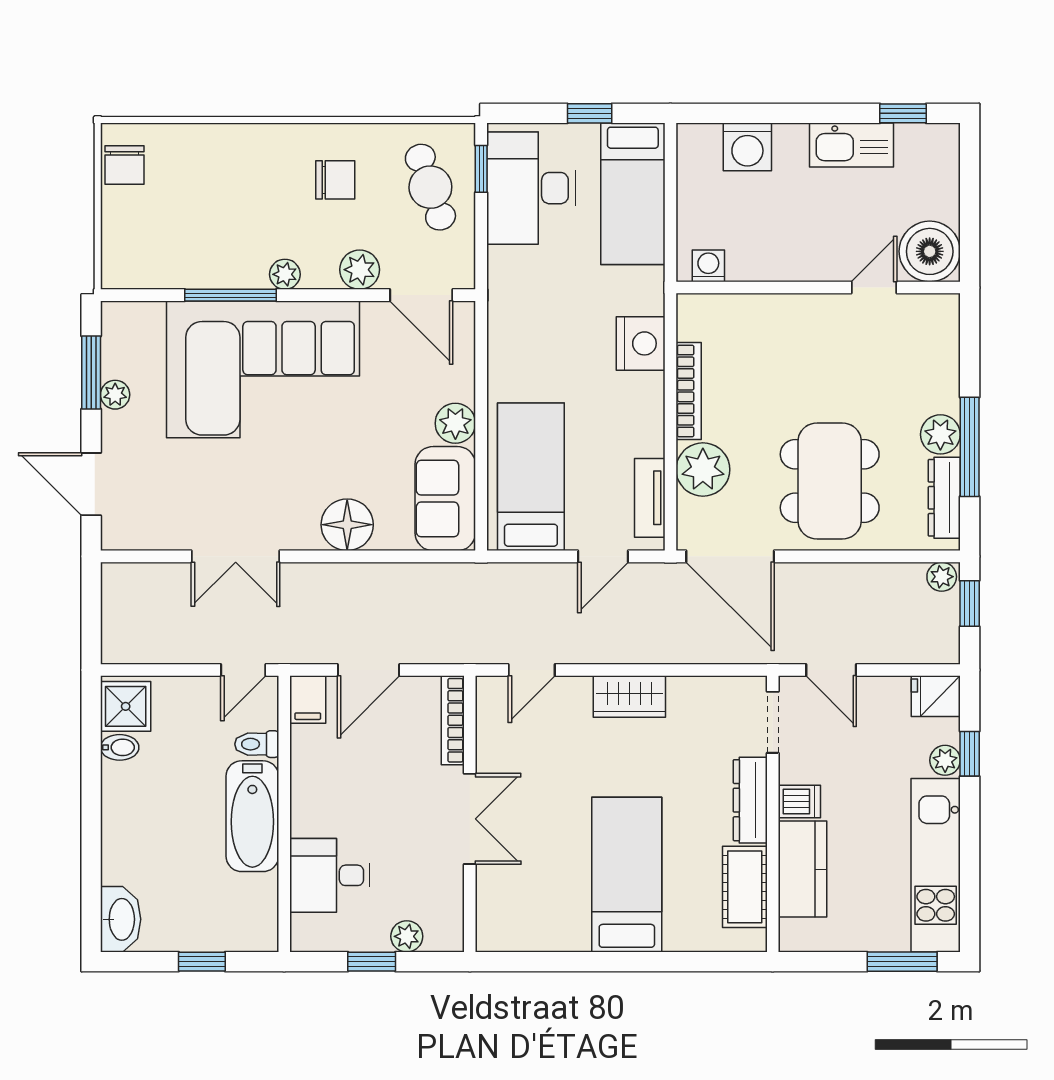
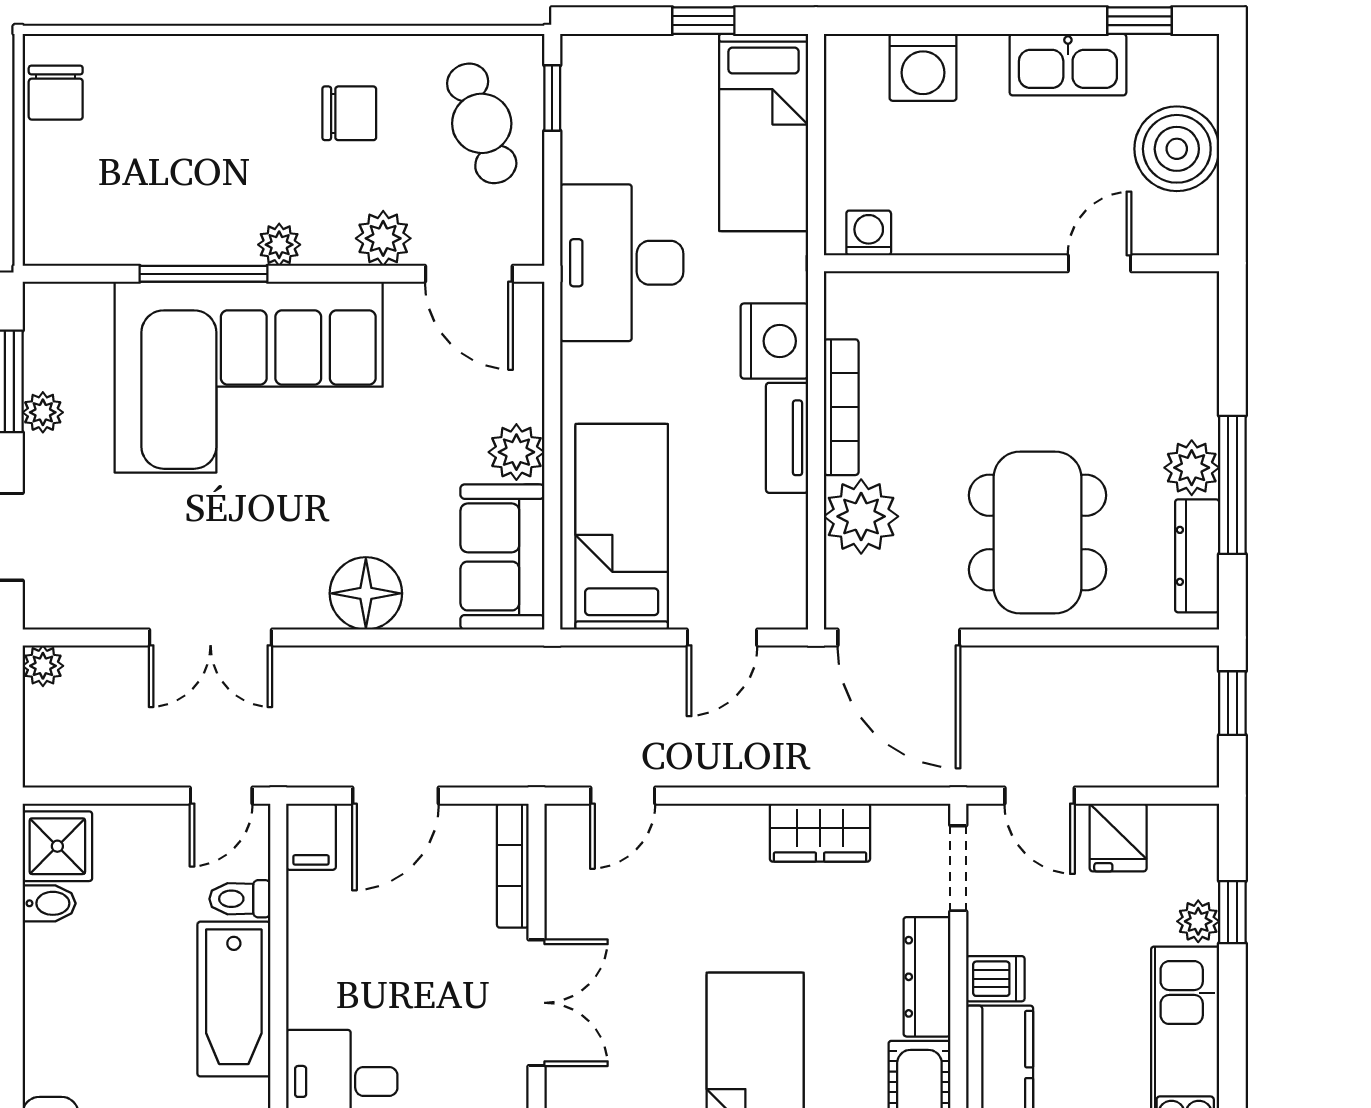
desk: (531, 188) -> (622, 263), moved
boiler: (930, 251) -> (1177, 149), moved
tv unit: (650, 498) -> (787, 438), moved
plant: (942, 577) -> (43, 666), moved
fridge: (936, 696) -> (1118, 837), moved, turned -90
wardrobe: (629, 697) -> (820, 833), moved

